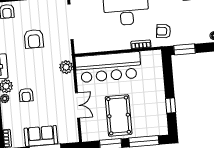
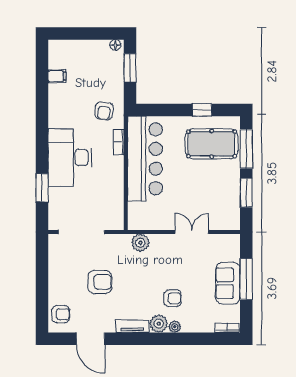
window: (184, 49) -> (130, 68), moved
bar counter: (108, 67) -> (145, 159), moved
pool table: (119, 115) -> (212, 144), moved

